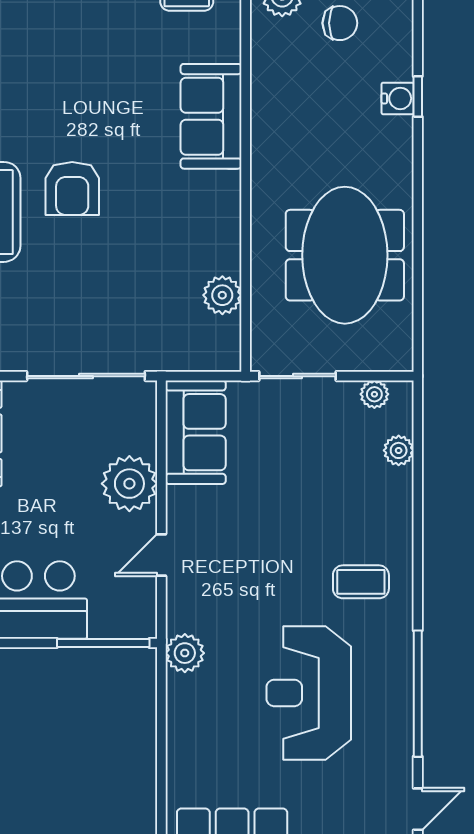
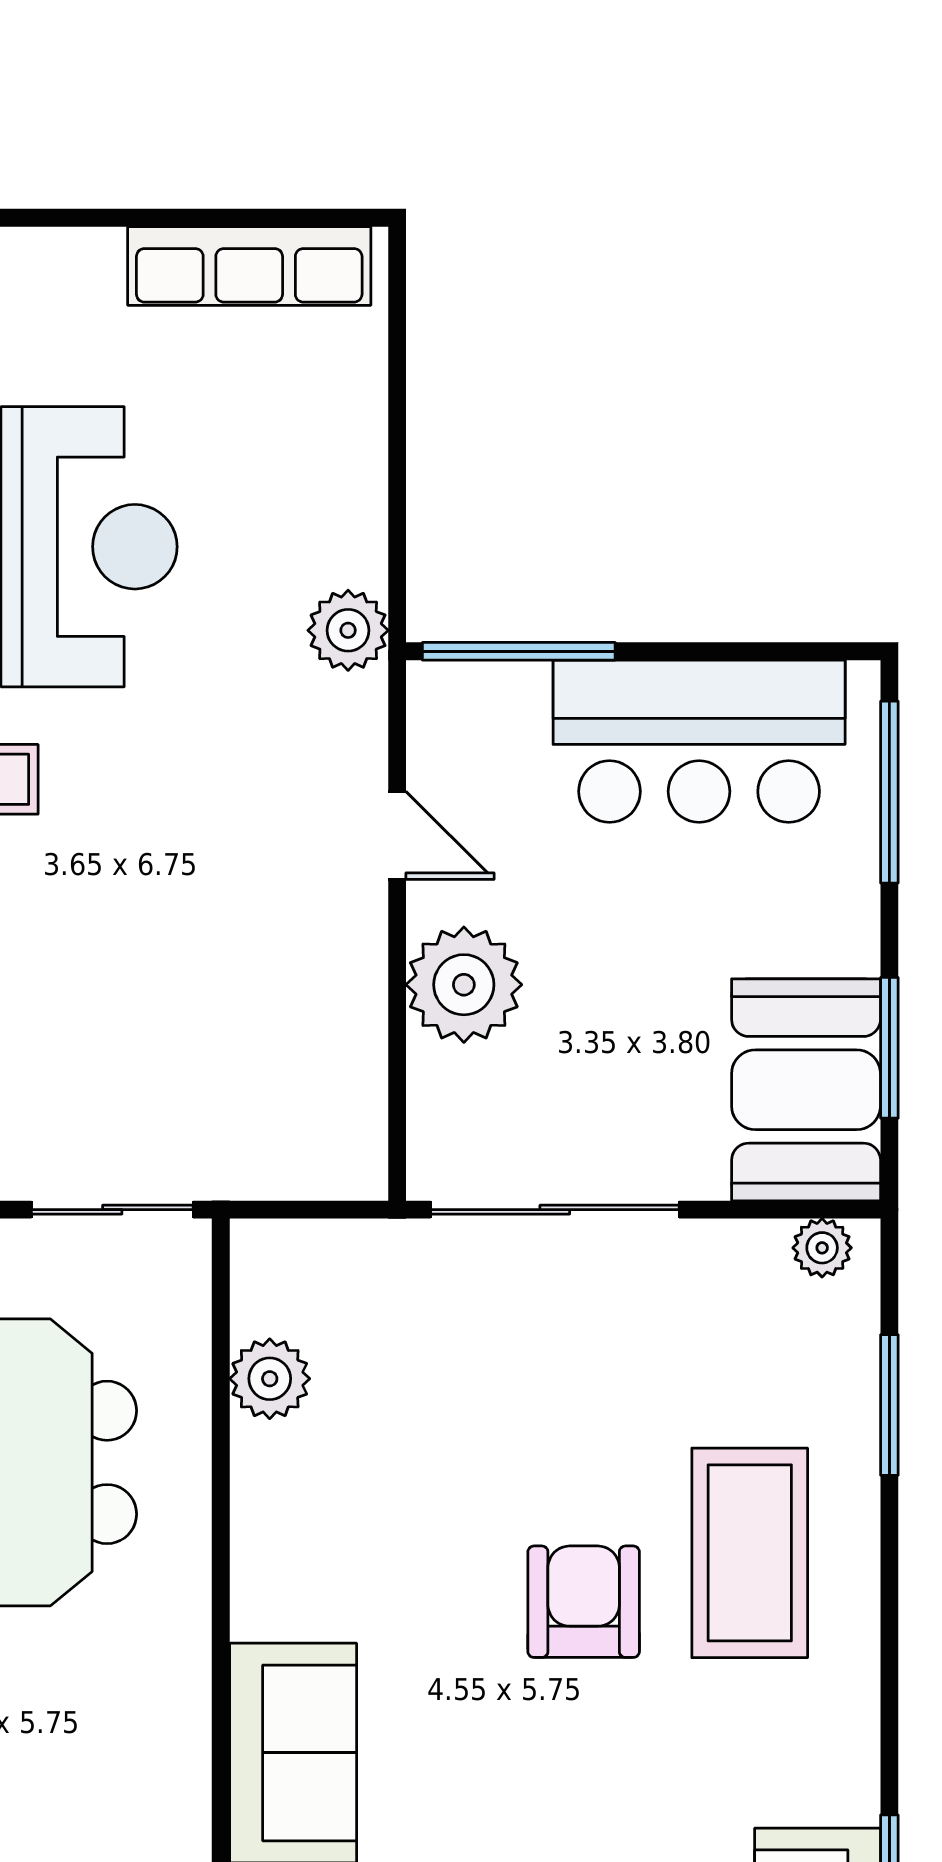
sofa: (196, 432) -> (326, 1092), removed
door: (161, 555) -> (397, 835), hinge flipped

